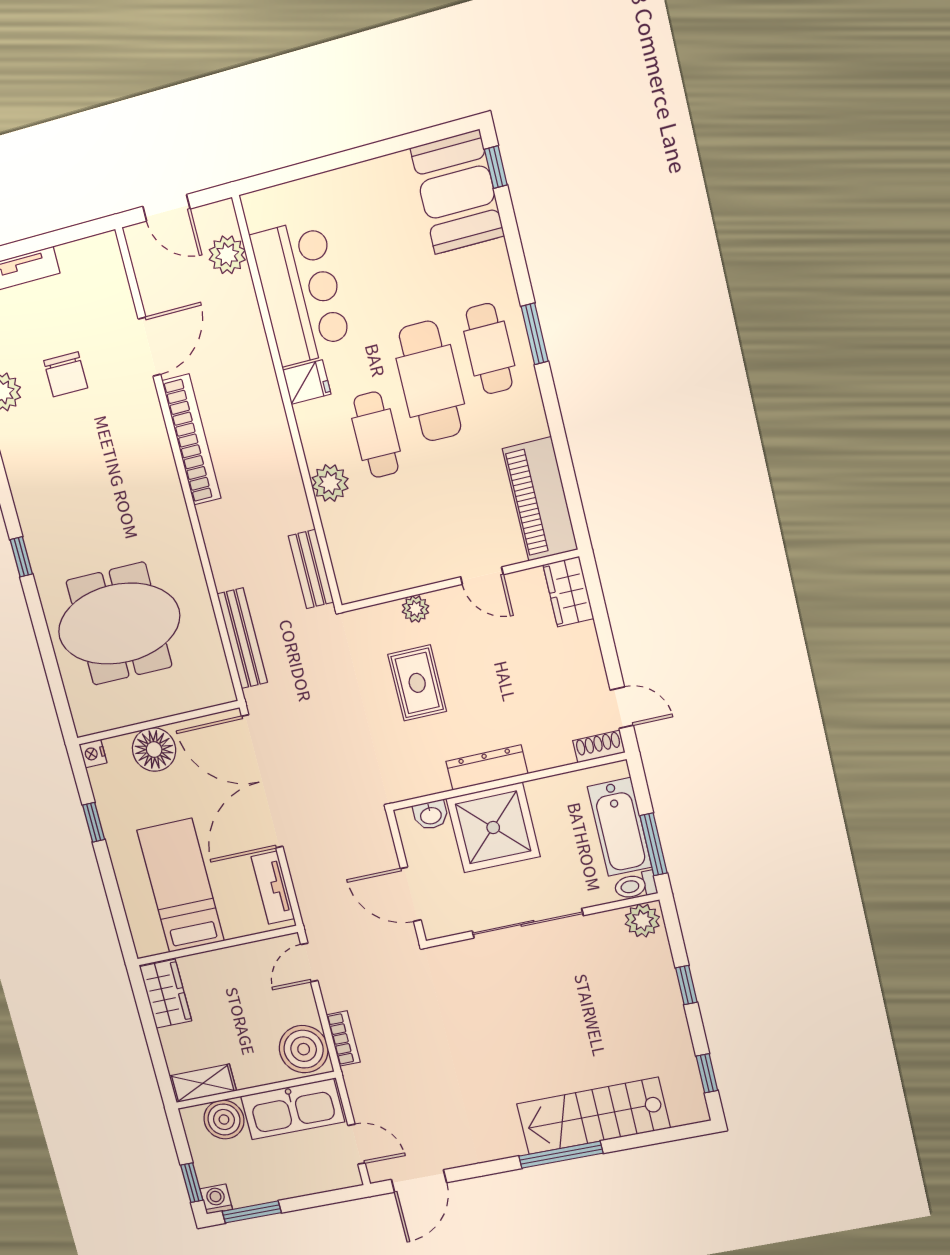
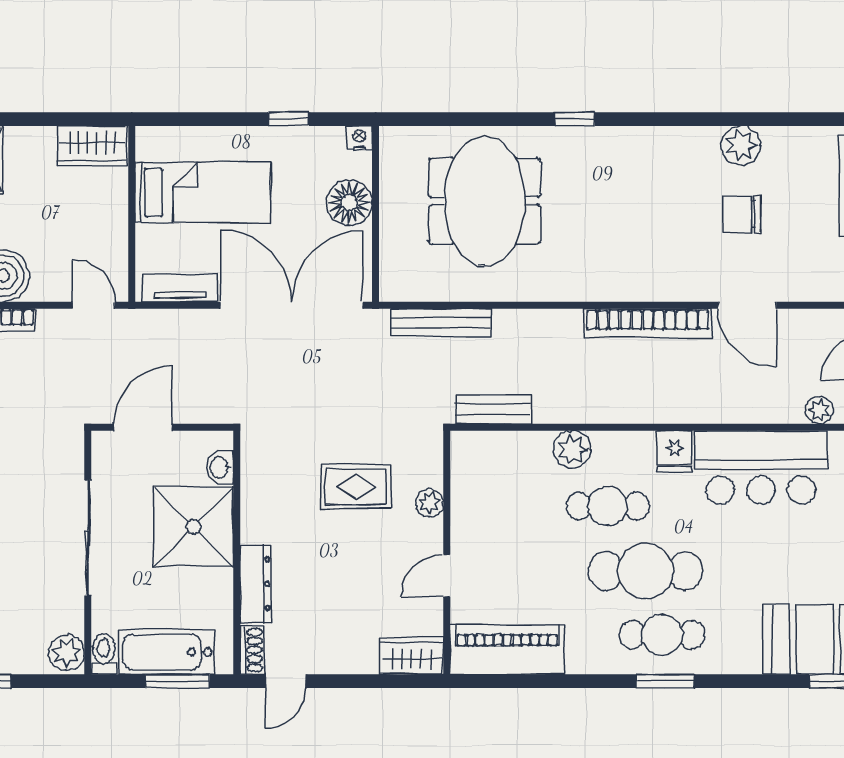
plant: (227, 255) -> (819, 410), width x0.73, depth x0.73
dresser: (487, 768) -> (255, 584), moved
window: (654, 844) -> (178, 681), moved

